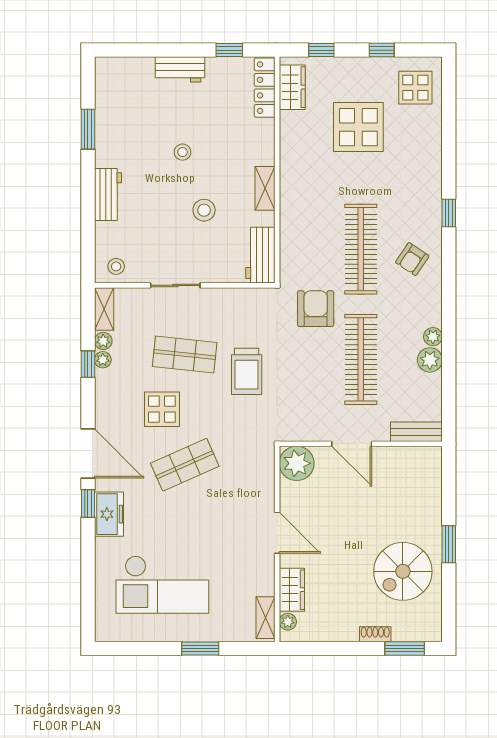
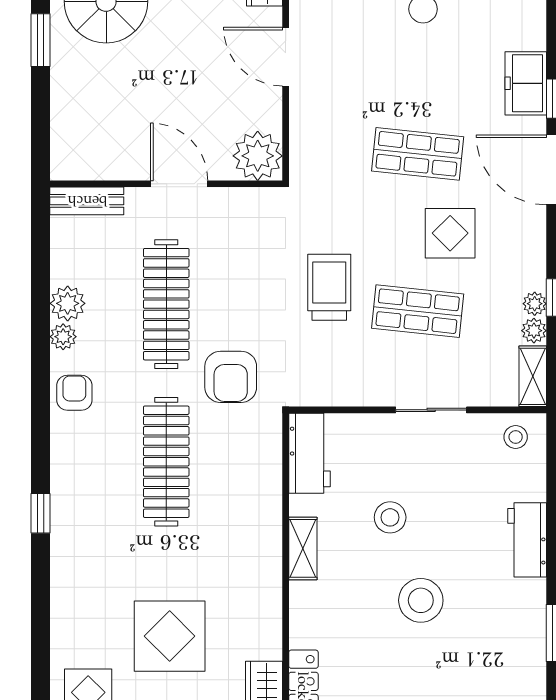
stool: (182, 152) -> (421, 600), width x1.89, depth x1.89
armchair: (412, 259) -> (74, 393), moved, turned -34
shop shelf: (185, 465) -> (418, 154), turned 30

